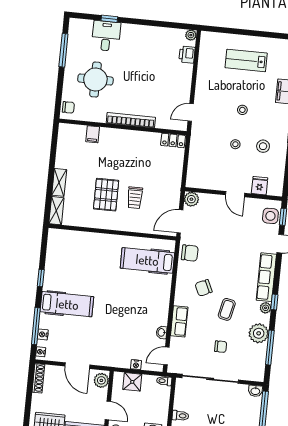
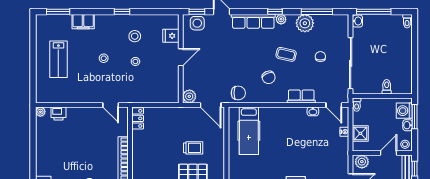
chair: (190, 253) -> (238, 93), turned 89

